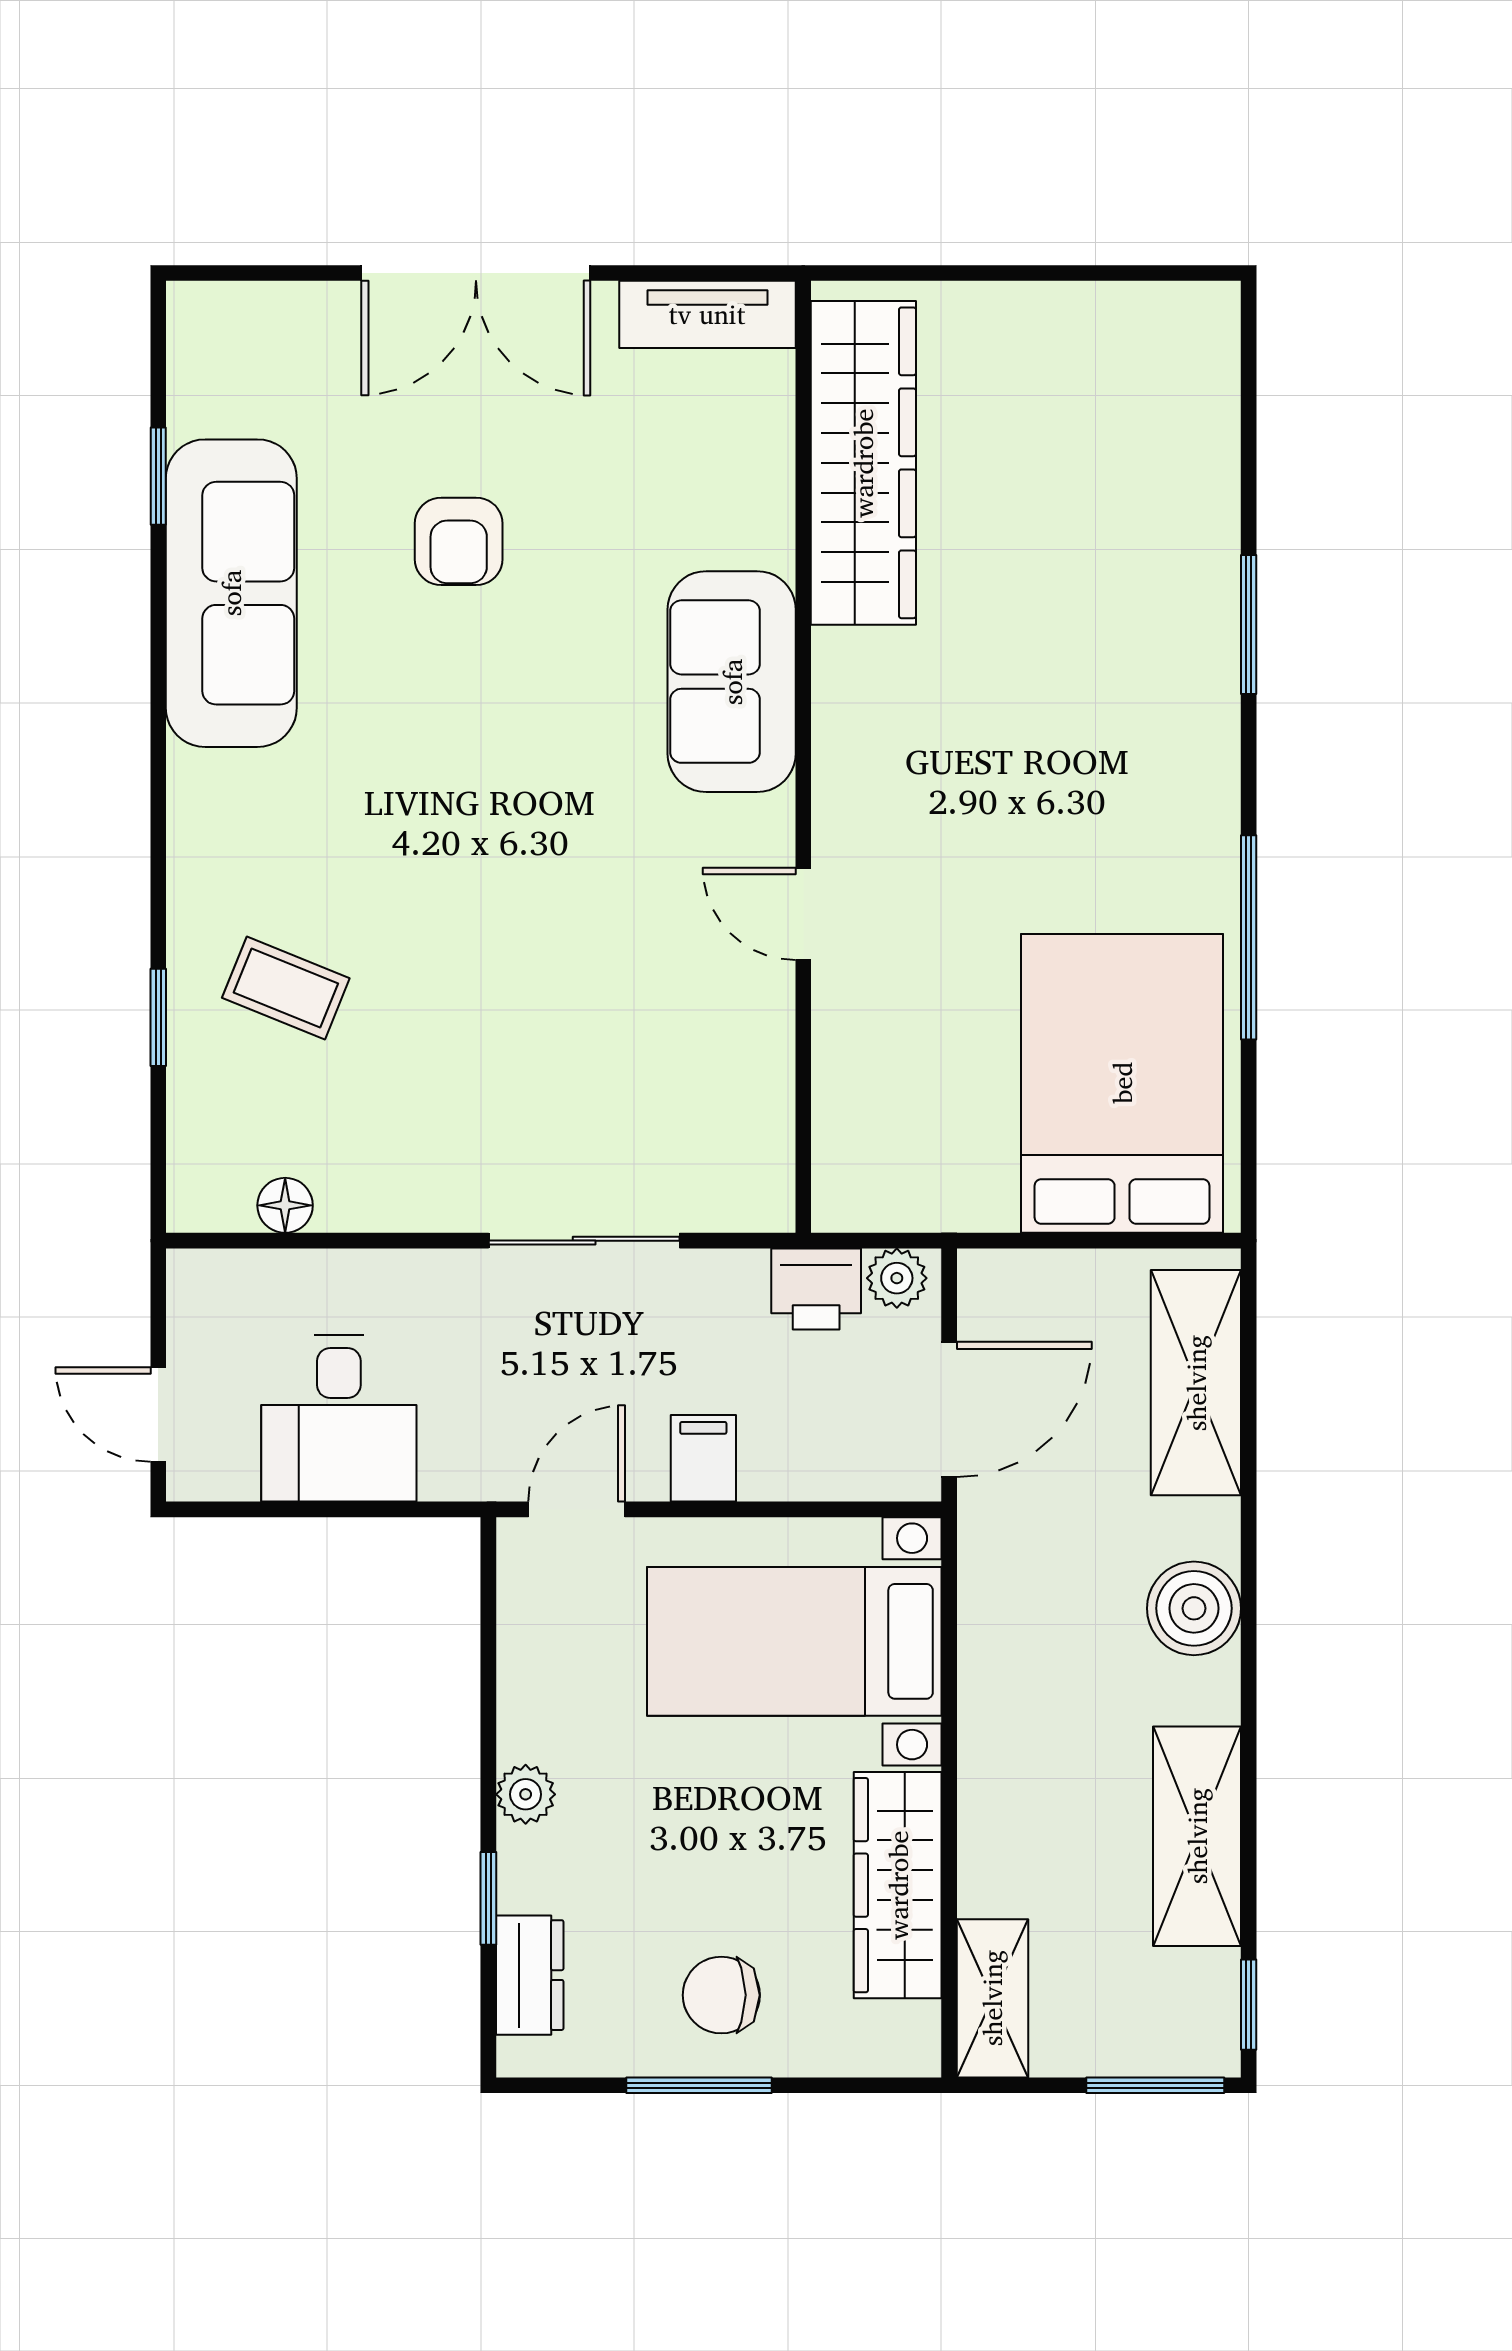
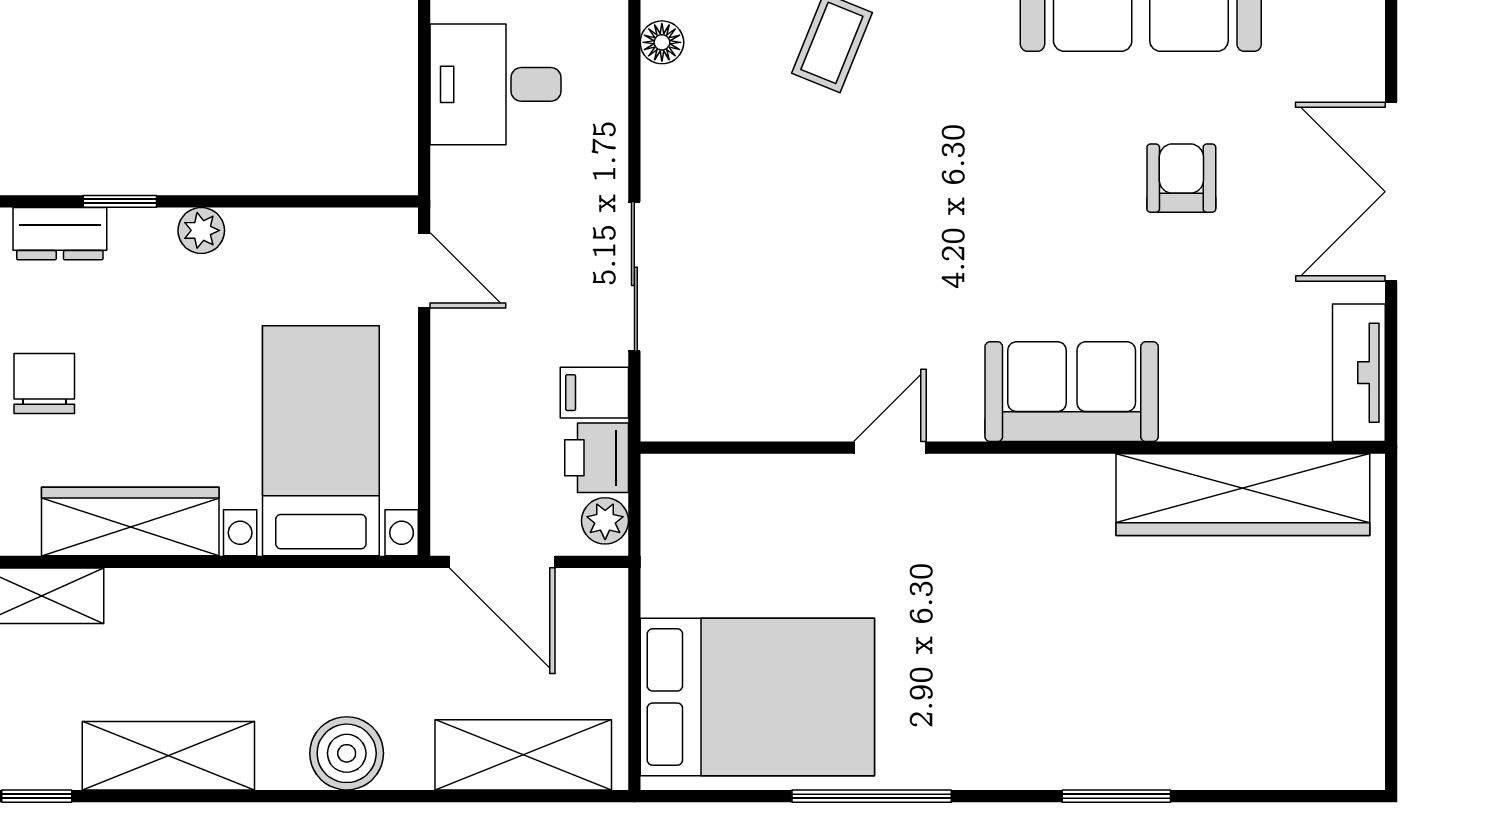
armchair: (459, 541) -> (1181, 178), turned 90
filing cabinet: (703, 1458) -> (594, 393), moved, turned 180

